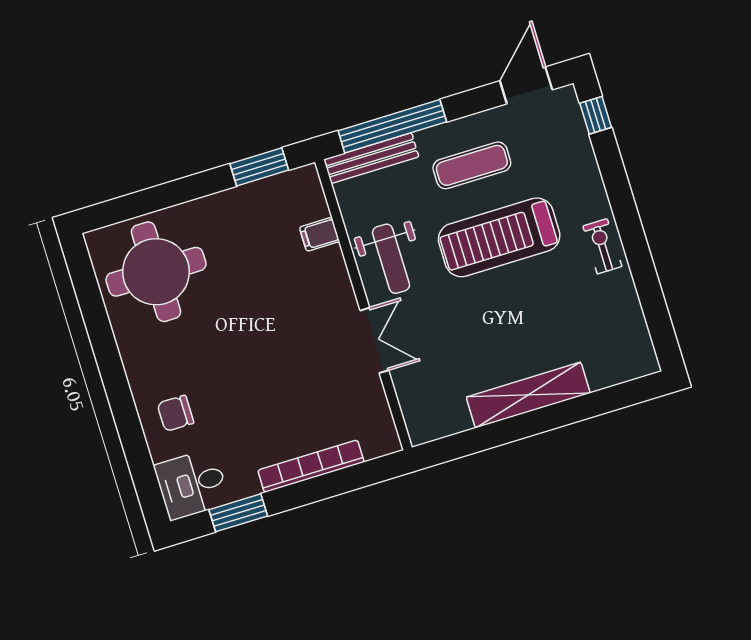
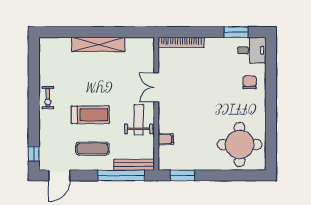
treadmill: (499, 237) -> (90, 115), width x0.73, depth x0.73
chair: (175, 413) -> (250, 82), turned -89
bookcase: (311, 466) -> (181, 42), moved

